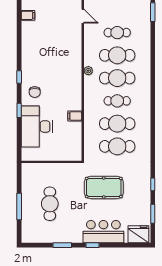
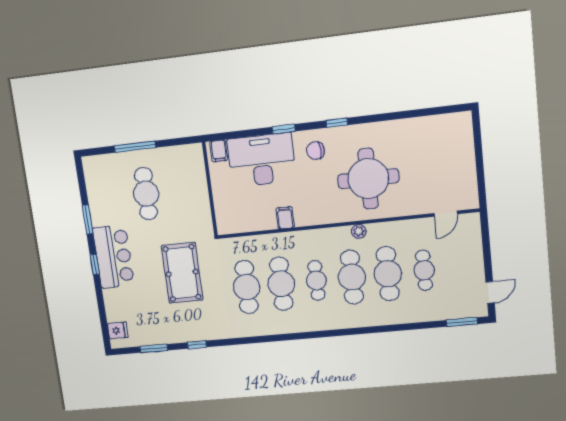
filing cabinet: (28, 15) -> (219, 151), moved
round table: (56, 61) -> (368, 179), added
cafe table: (50, 204) -> (146, 194), turned 90
bar counter: (103, 232) -> (113, 257), moved
fridge: (138, 234) -> (118, 330), width x0.53, depth x0.75

